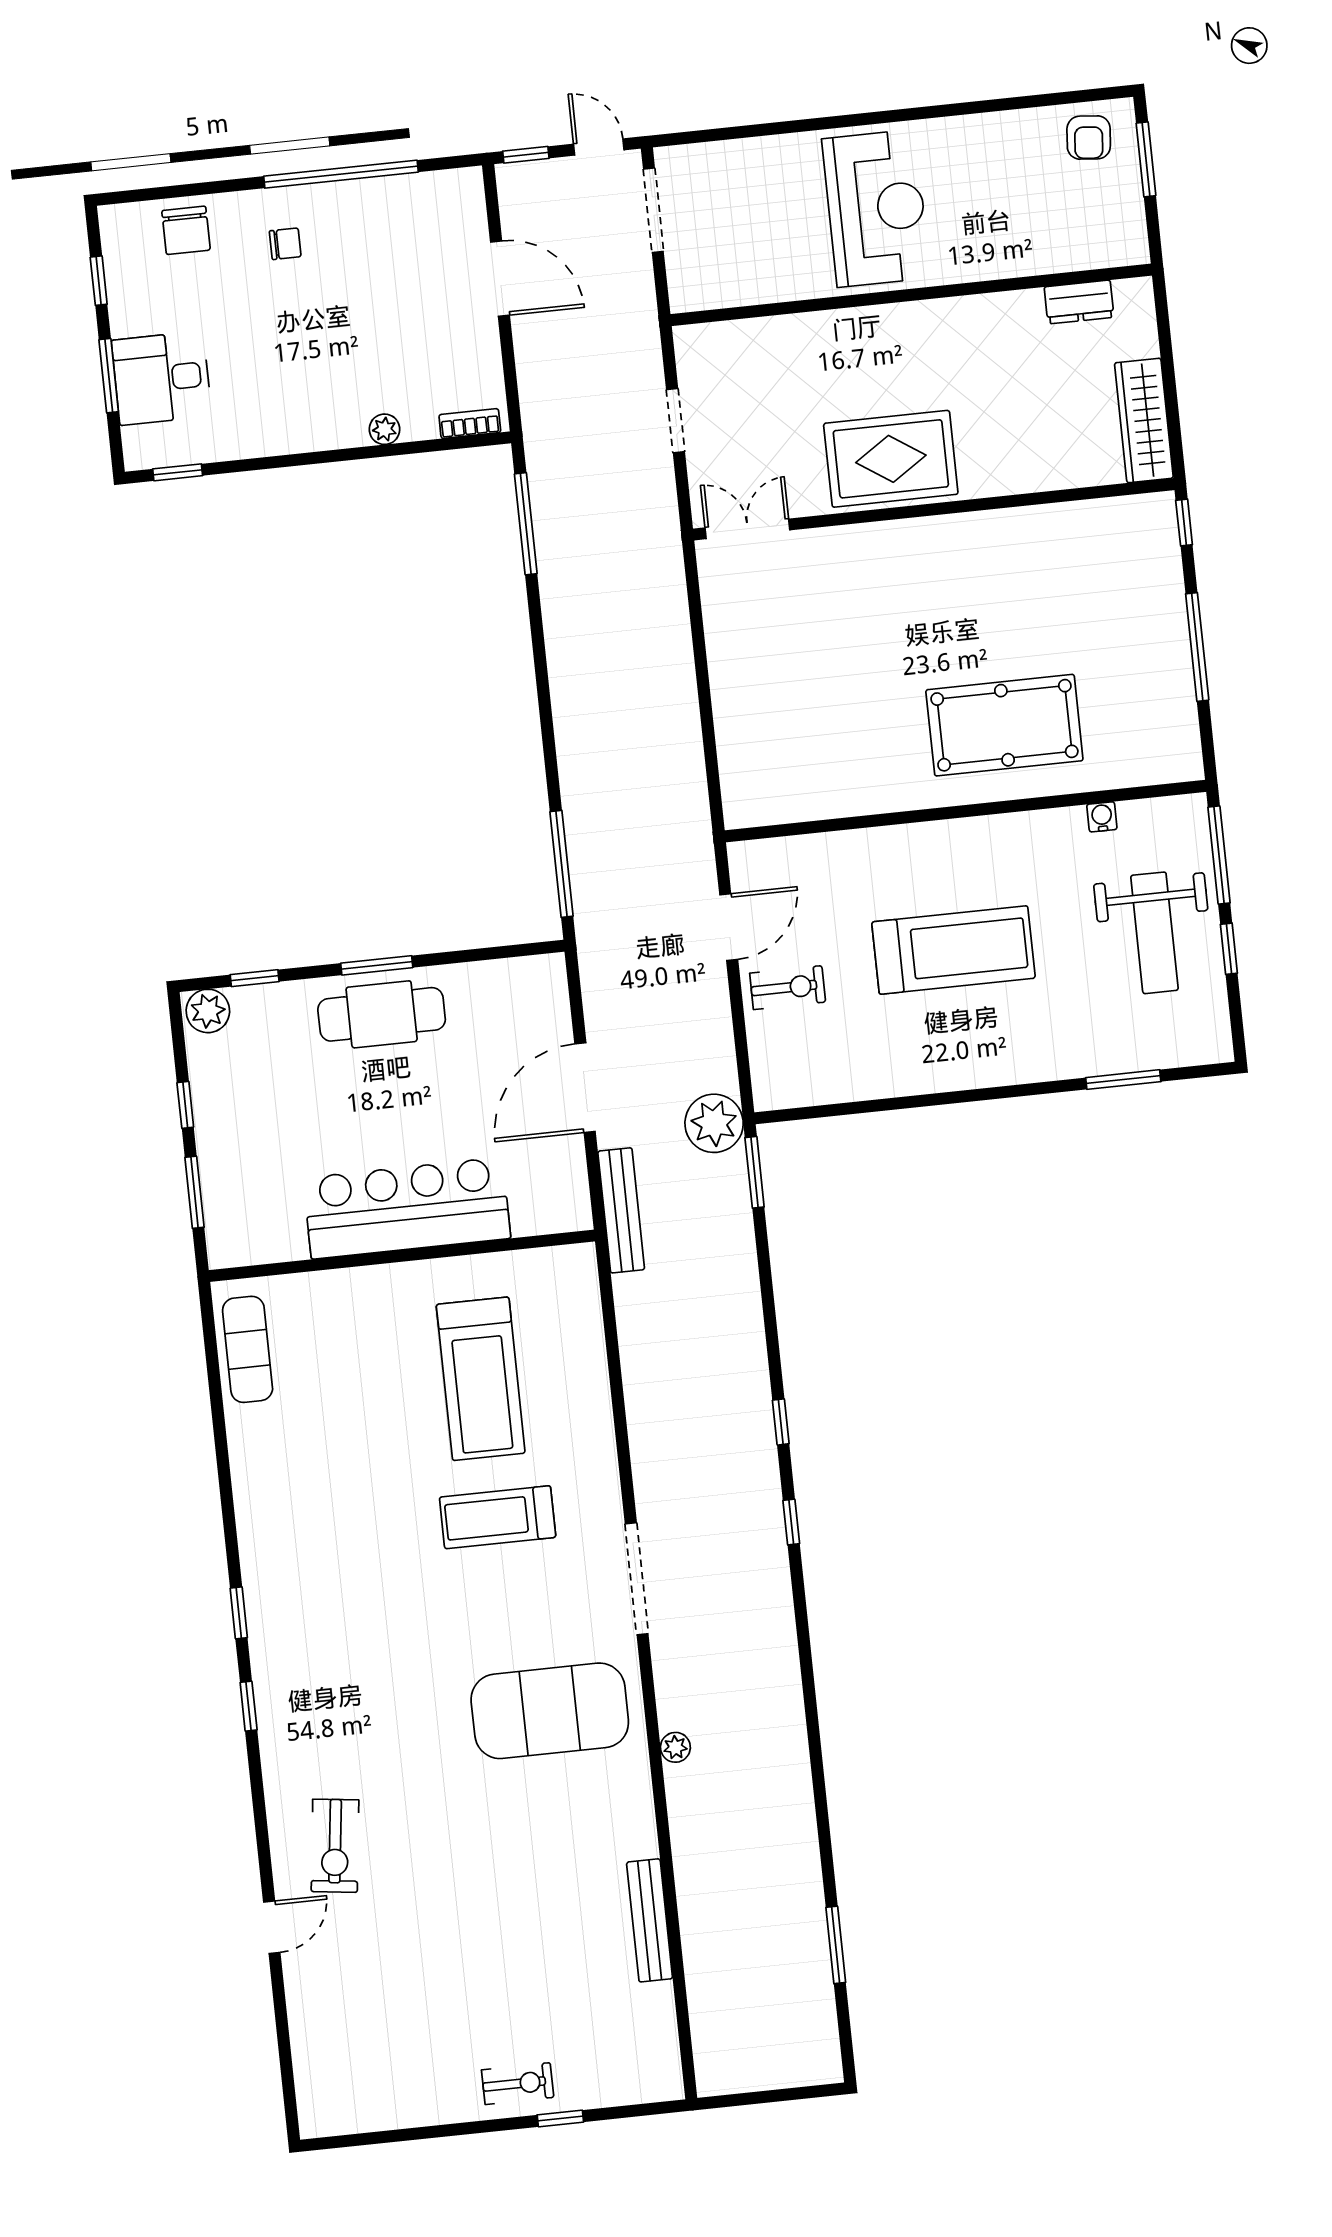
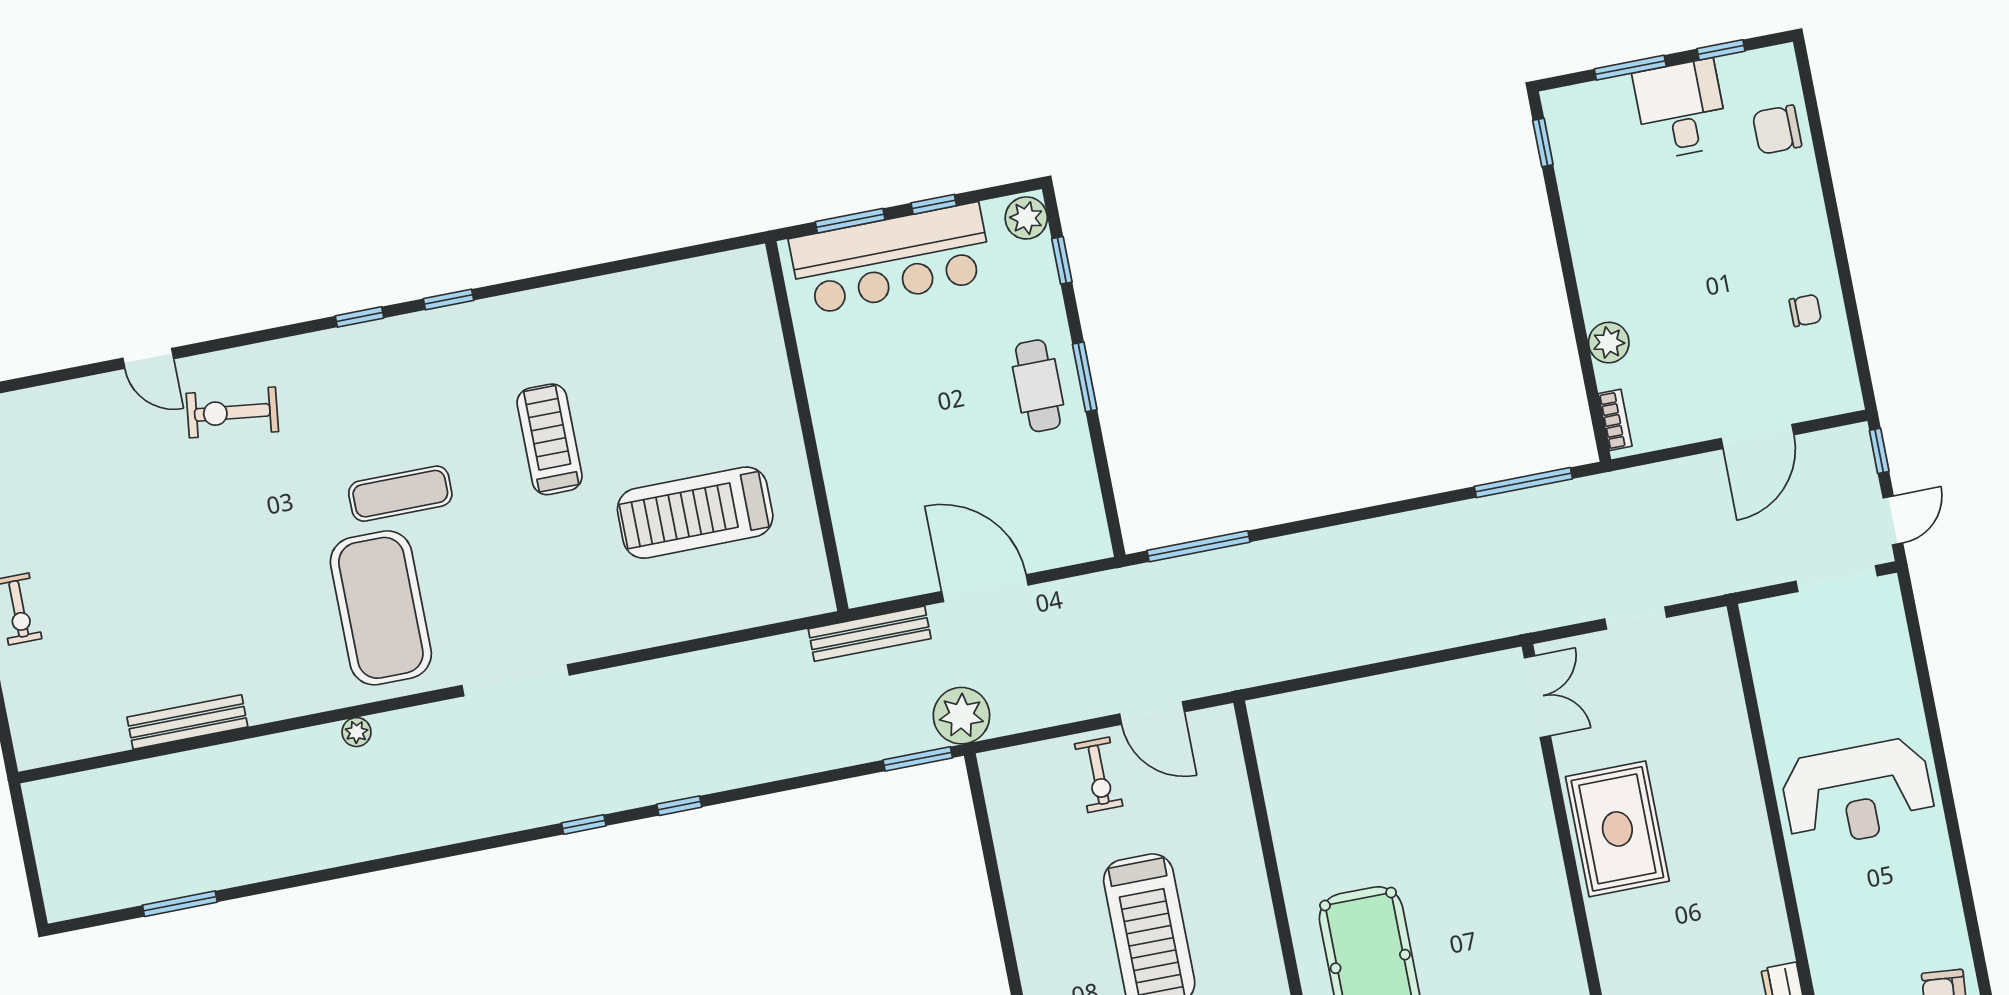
window: (341, 174) -> (1845, 274), removed
chair: (285, 244) -> (1805, 310), moved, turned -90
desk: (162, 378) -> (1681, 109), moved
plant: (384, 429) -> (1609, 343), width x1.38, depth x1.38
cafe table: (382, 1014) -> (1038, 386), width x0.73, depth x0.74
bar counter: (407, 1208) -> (891, 259), moved, turned 90
exercise mat: (248, 1349) -> (400, 494), moved
treadmill: (498, 1517) -> (549, 439), moved

